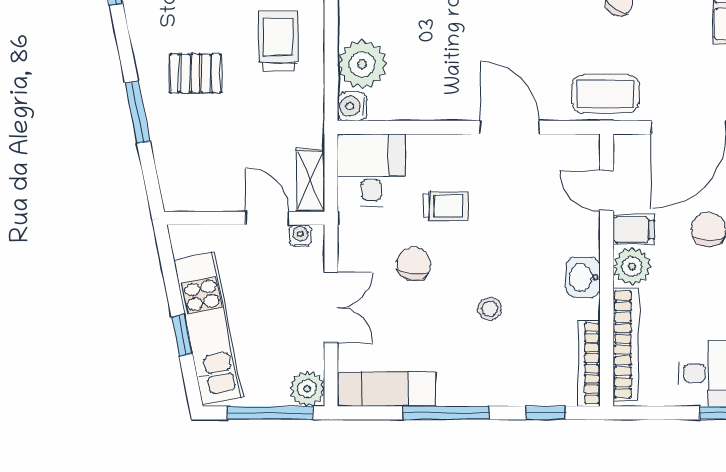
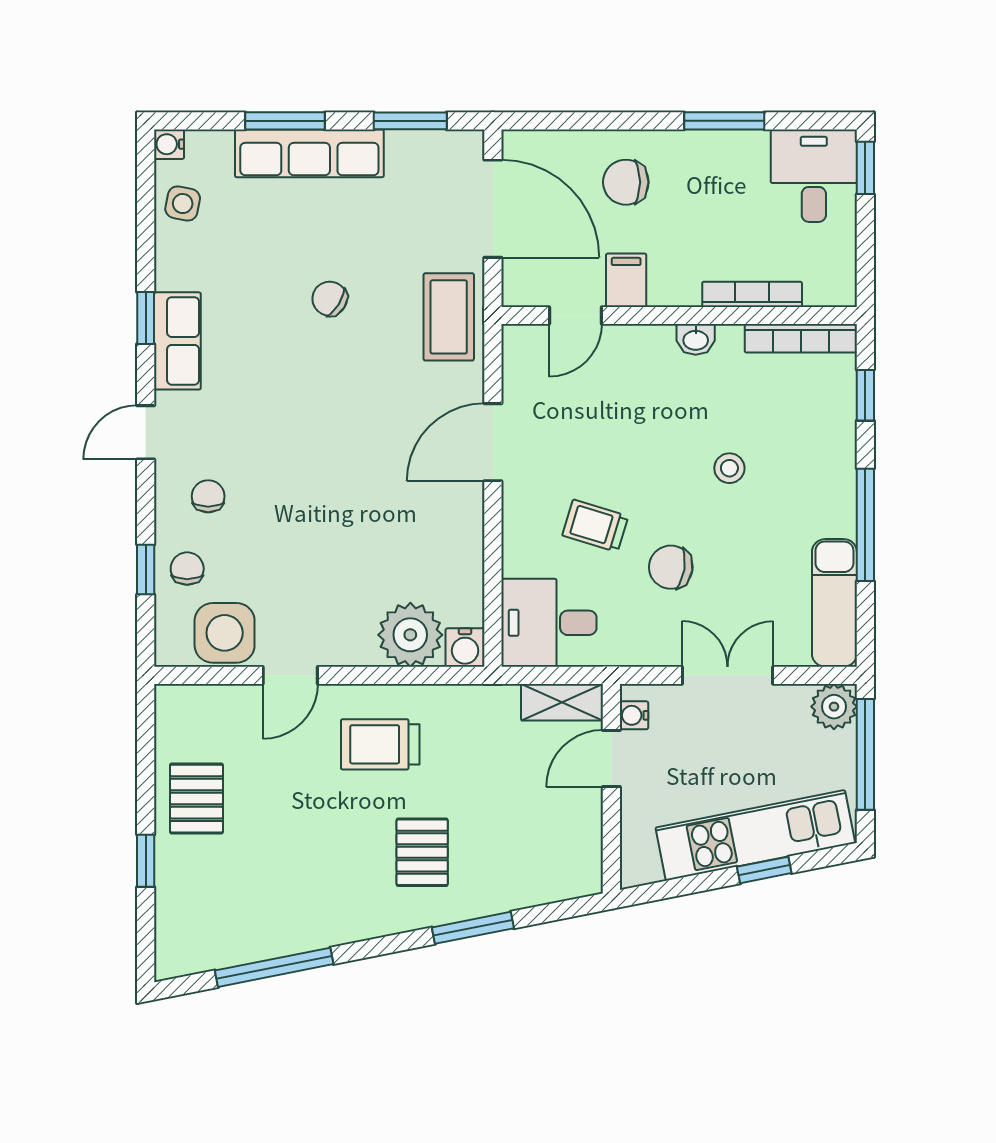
trolley: (446, 206) -> (595, 526), turned -73
plant: (632, 266) -> (674, 282), removed
washbasin: (583, 277) -> (696, 339), width x0.72, depth x0.69
bookcase: (626, 344) -> (752, 294), width x0.68, depth x0.76

